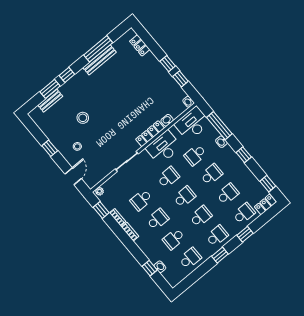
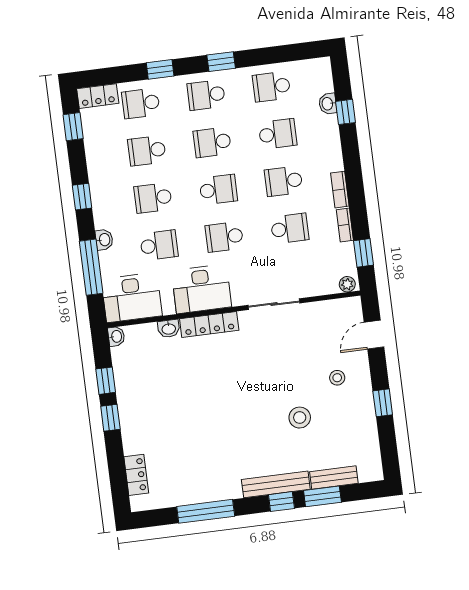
bench: (100, 60) -> (276, 484), moved
school desk: (185, 197) -> (218, 190), turned 180

